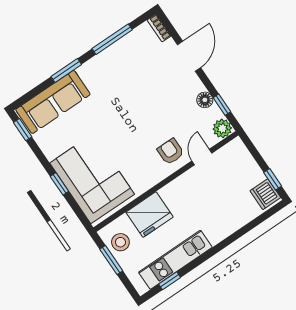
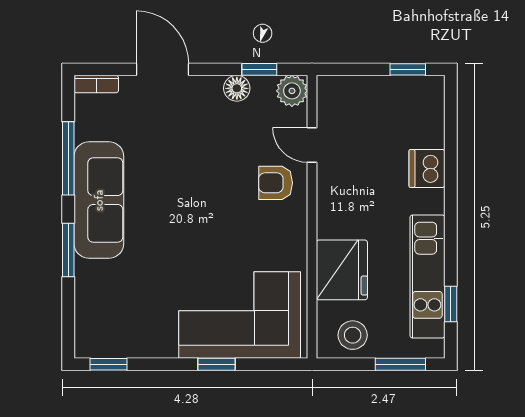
sofa: (53, 102) -> (99, 200), moved
dishwasher: (265, 194) -> (427, 168), moved, turned 90
window: (111, 260) -> (400, 364), moved

